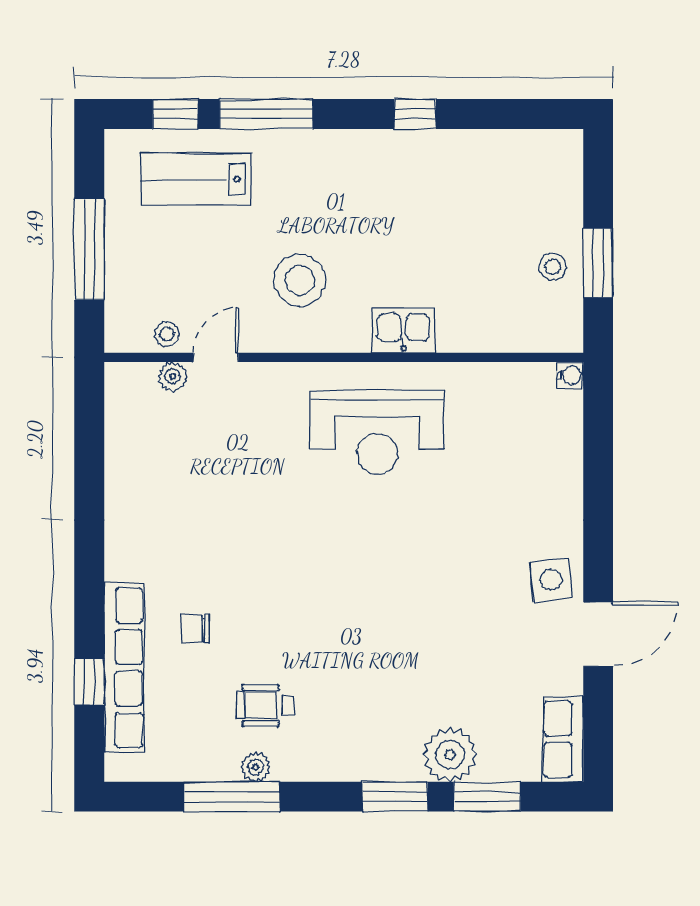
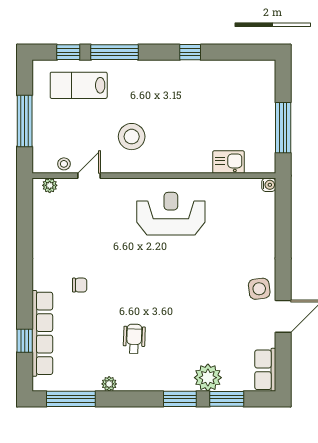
window: (598, 263) -> (283, 128), width x1.44
stool: (553, 267) -> (260, 130), removed
kitchen sink: (404, 330) -> (229, 162), moved
plant: (173, 376) -> (50, 185), moved
reception desk: (377, 432) -> (171, 214), turned 180
chair: (196, 629) -> (80, 285), moved, turned 180
wheelchair: (265, 705) -> (134, 339), moved, turned 92
window: (232, 797) -> (71, 399), moved

